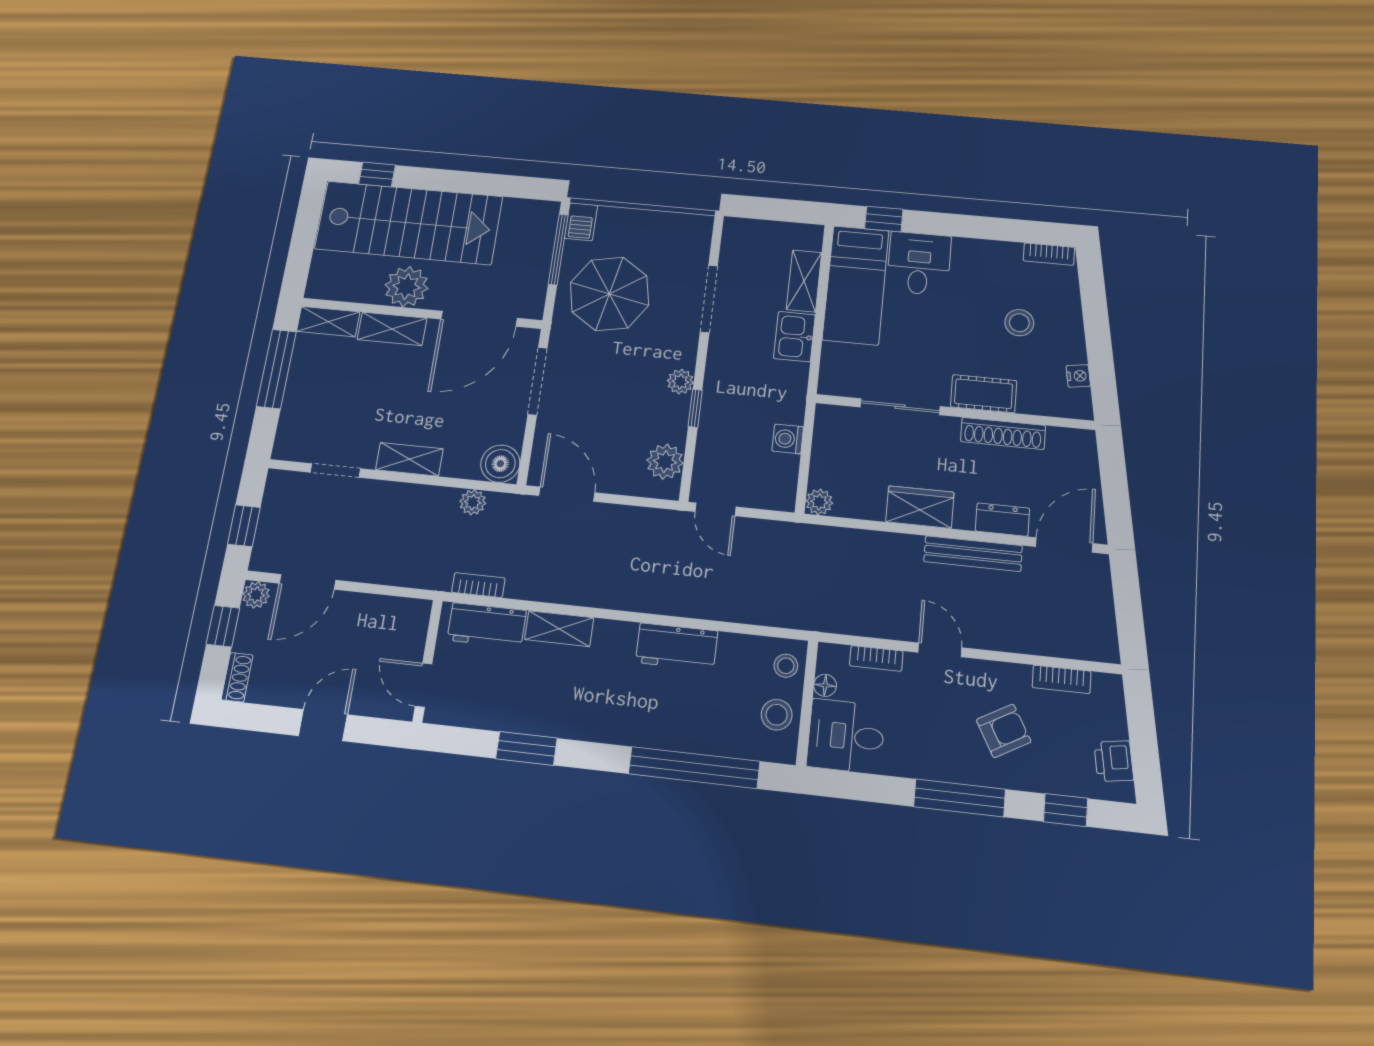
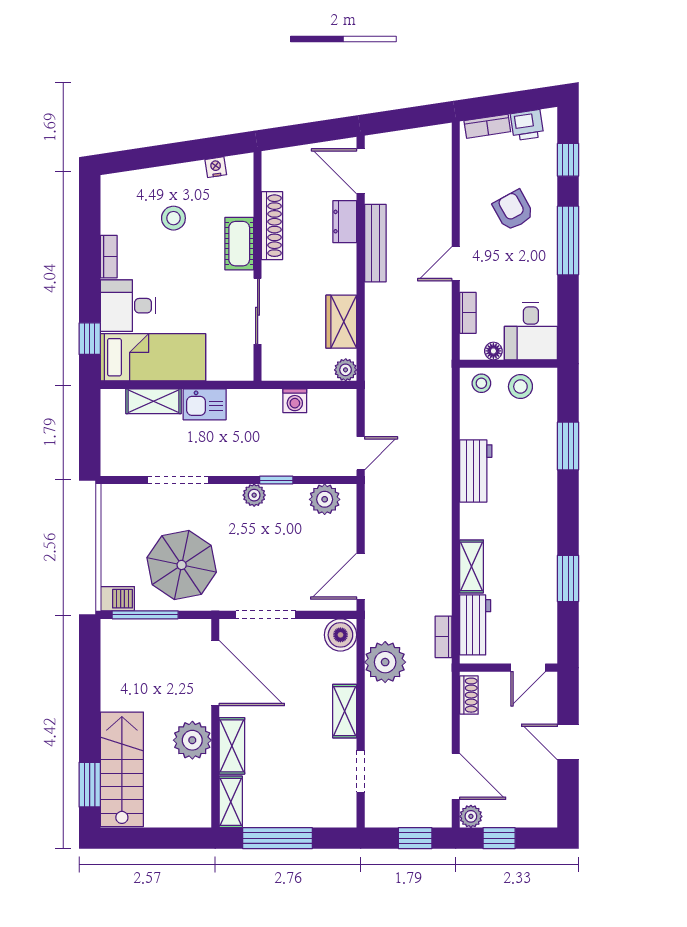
window: (377, 174) -> (90, 785), width x1.50
stairs: (409, 223) -> (122, 769), width x0.73, depth x0.66
bookcase: (1049, 254) -> (109, 257), moved
plant: (473, 502) -> (385, 662), width x1.87, depth x1.87
wardrobe: (920, 507) -> (341, 322), moved
shoe rack: (237, 677) -> (469, 695), moved, turned 90
bookcase: (1062, 679) -> (487, 126), moved, turned 81
window: (694, 768) -> (568, 446), width x0.47

